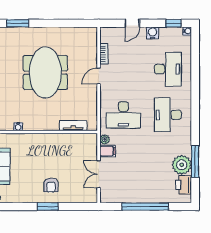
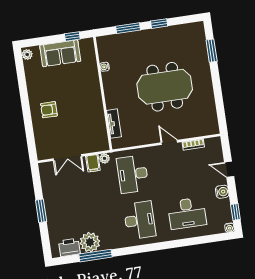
desk: (168, 115) -> (140, 220), turned 90
double door: (99, 174) -> (67, 157), swing flipped
window: (48, 207) -> (26, 110), removed
window: (145, 207) -> (41, 211), width x0.47

